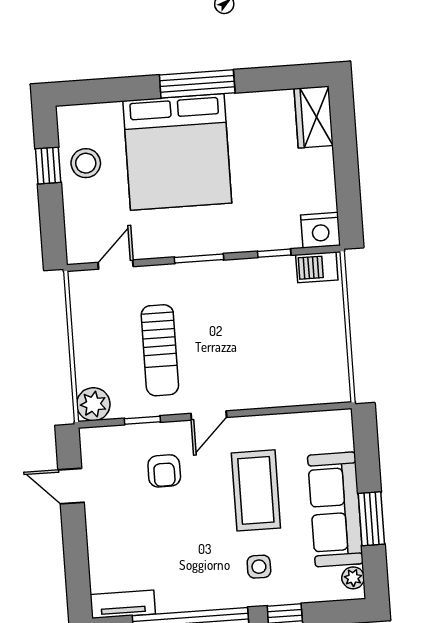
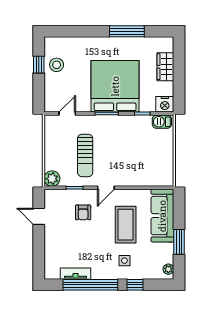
window: (197, 84) -> (127, 31), moved
wardrobe: (314, 117) -> (165, 67), moved
bed: (177, 152) -> (115, 86), moved, turned 180
sofa: (335, 509) -> (162, 216), moved
tv unit: (123, 604) -> (75, 274), moved

